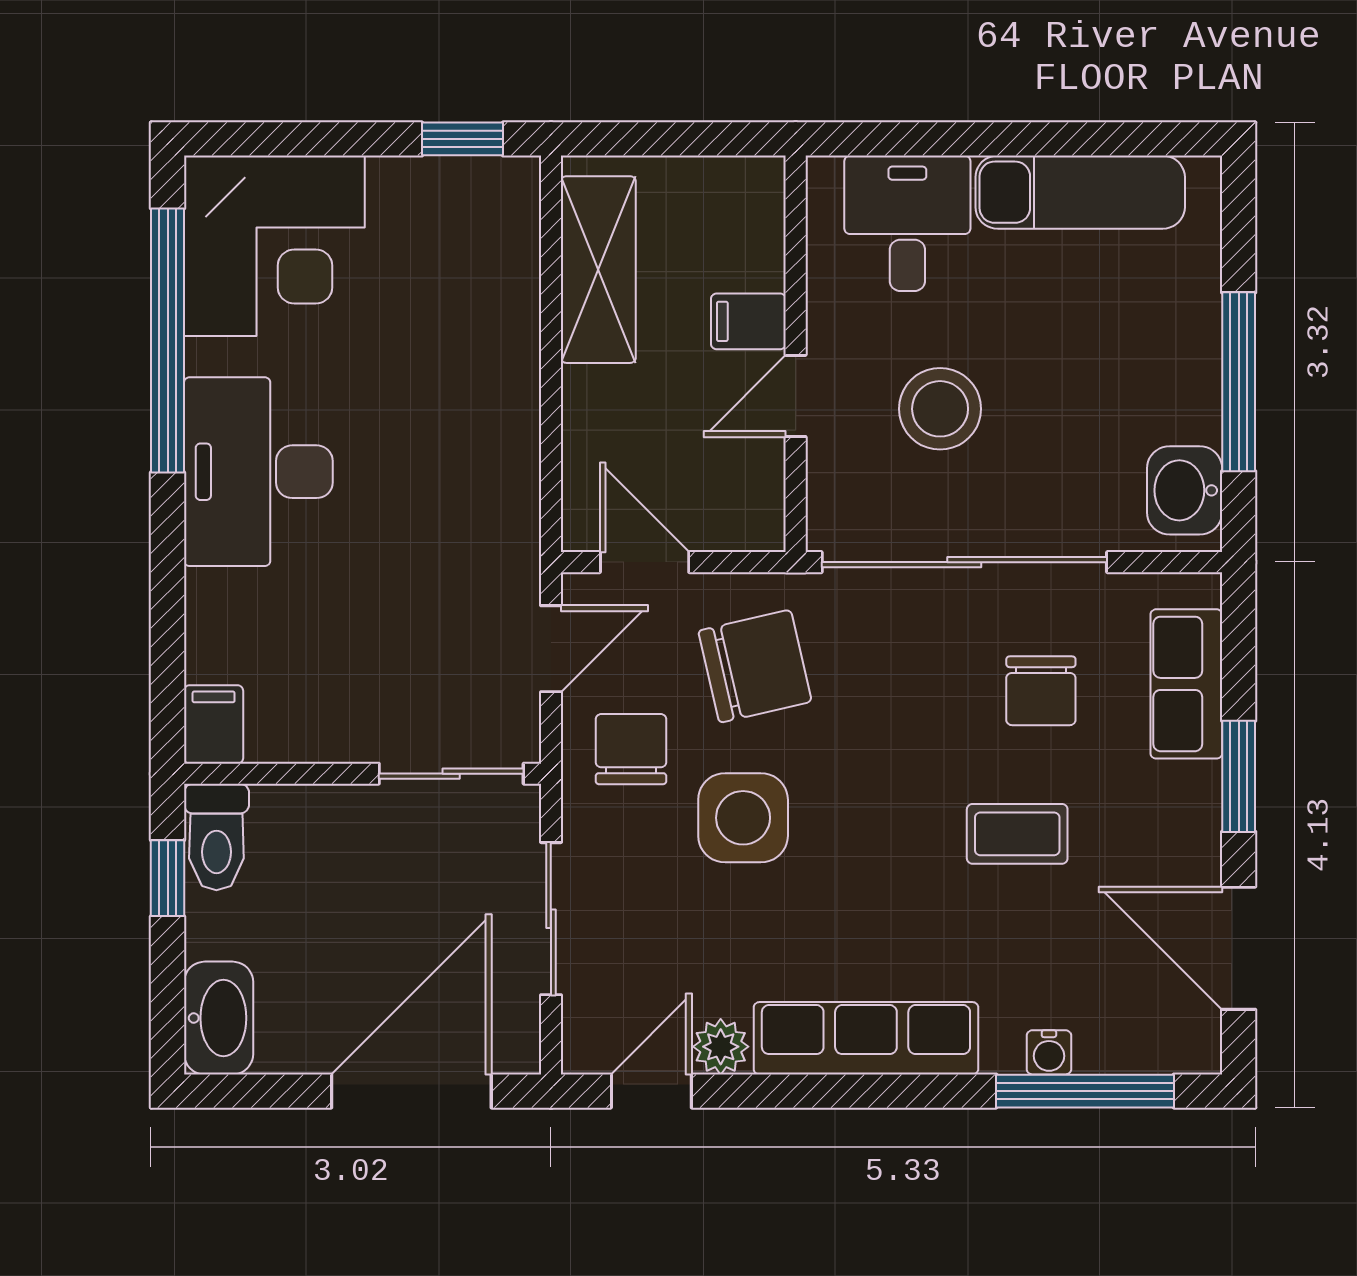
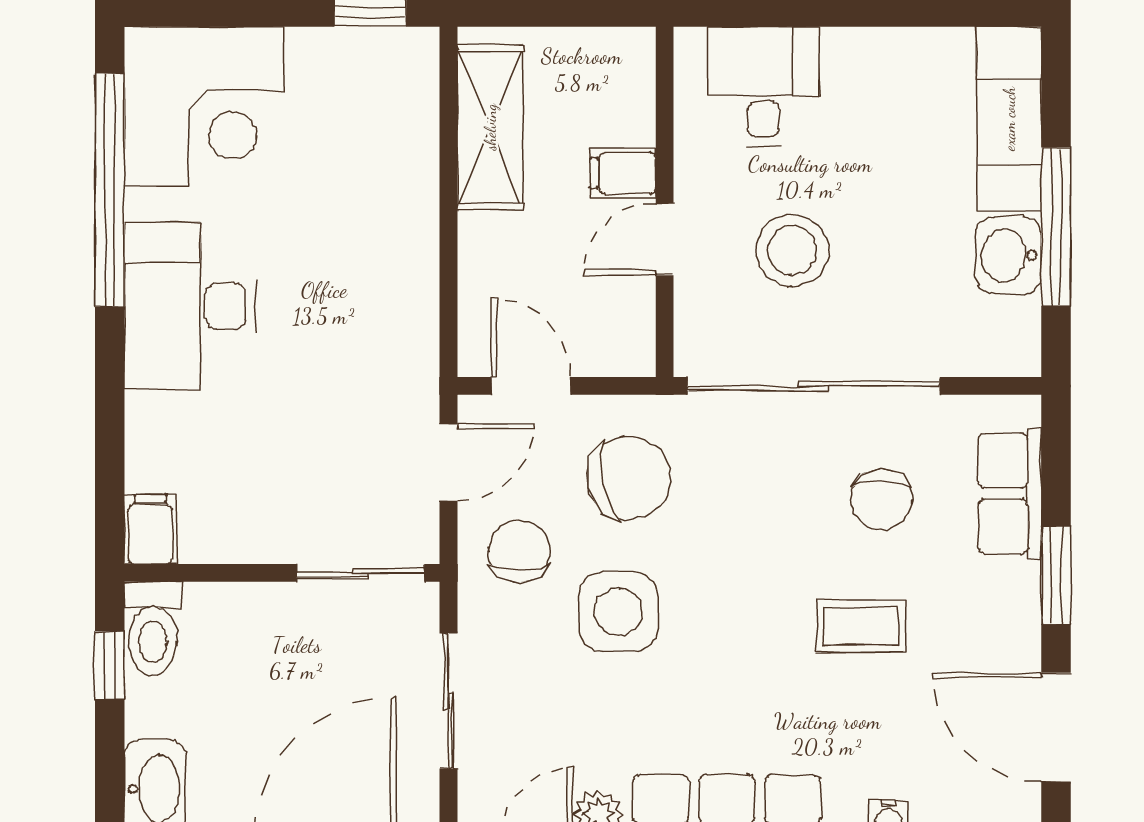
exam couch: (1080, 192) -> (1009, 119), moved, turned 90
washbasin: (1185, 490) -> (1008, 255), moved

